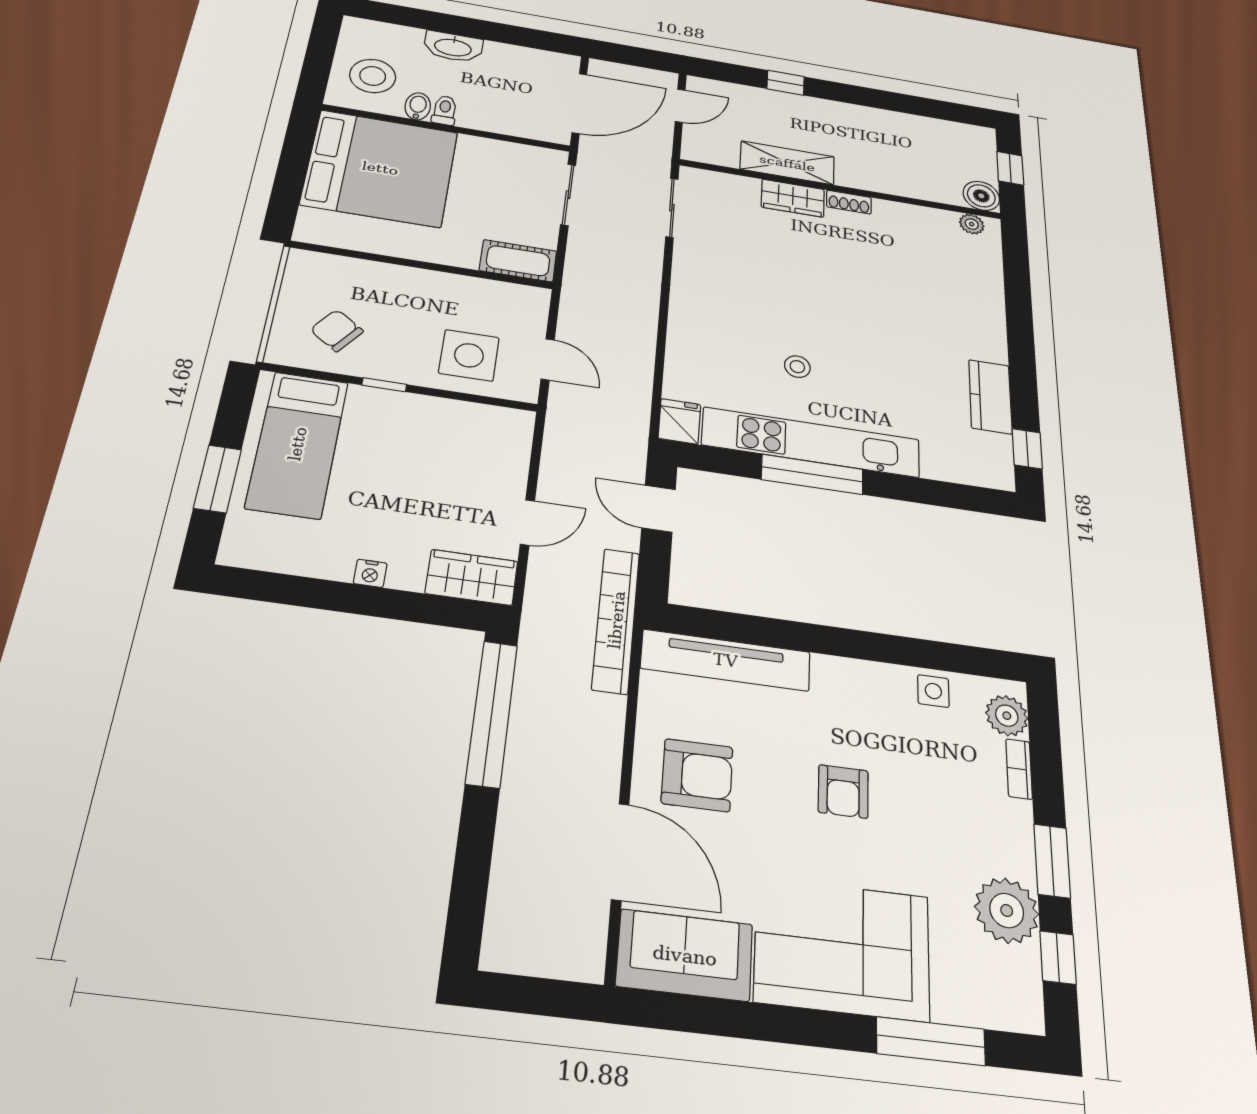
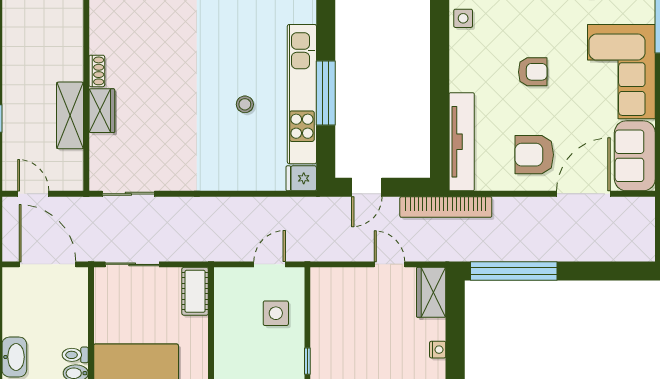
side table: (469, 355) -> (276, 313), width x0.73, depth x0.73
armchair: (697, 775) -> (534, 155), turned -90

